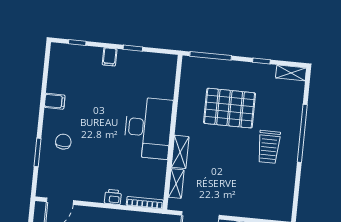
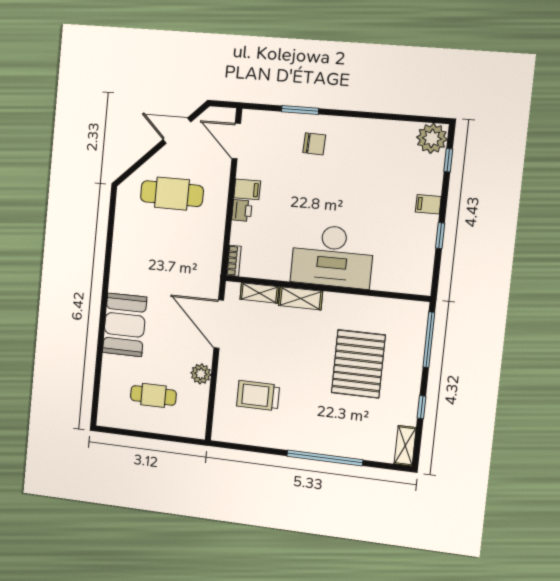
plant: (61, 55) -> (432, 138), added
filing cabinet: (55, 101) -> (247, 189), moved, turned -90
trolley: (269, 147) -> (258, 396), moved
bookcase: (145, 203) -> (234, 261), width x0.64

